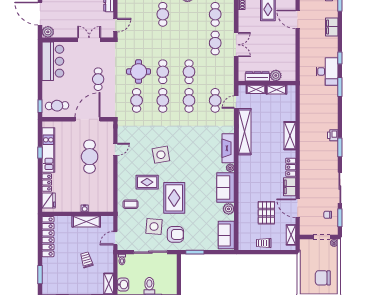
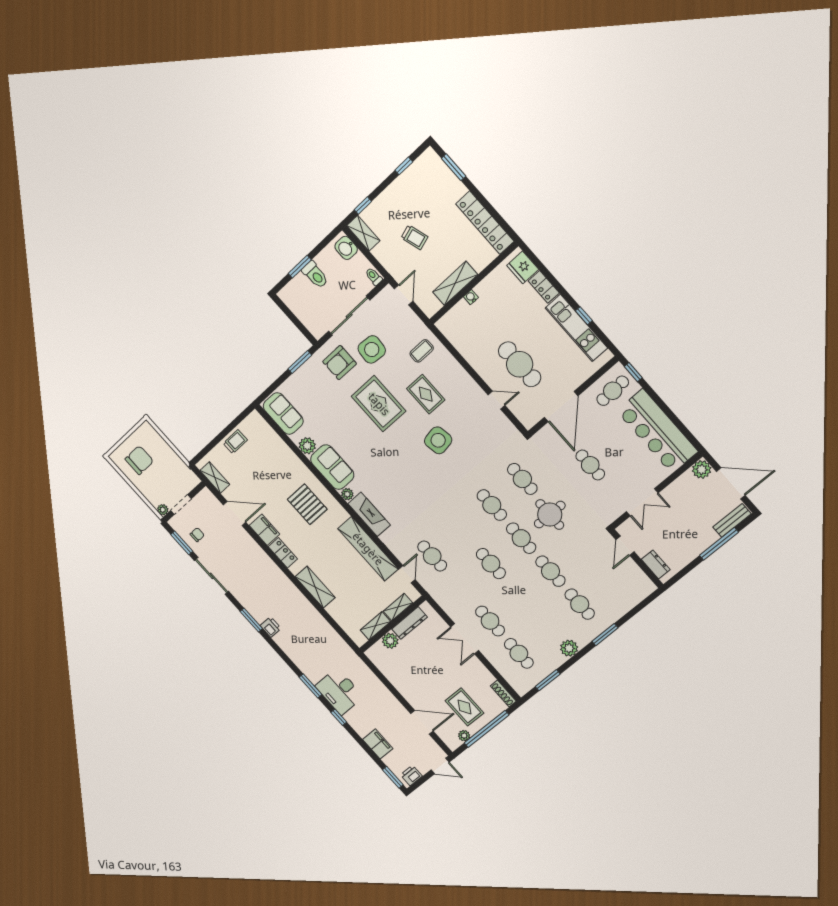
bar counter: (53, 61) -> (657, 431), width x1.36
cafe table: (189, 100) -> (550, 571), moved
door: (115, 149) -> (496, 400), swing flipped
rug: (147, 182) -> (426, 394), turned 90
pallet: (266, 213) -> (307, 504), moved

